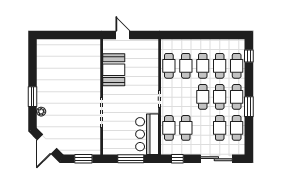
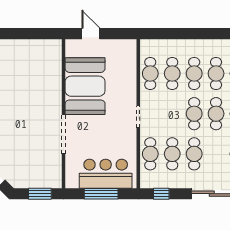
booth: (114, 70) -> (85, 86), width x1.36, depth x1.42
cafe table: (220, 128) -> (194, 154), moved
bar counter: (147, 134) -> (106, 174), moved, turned 90

